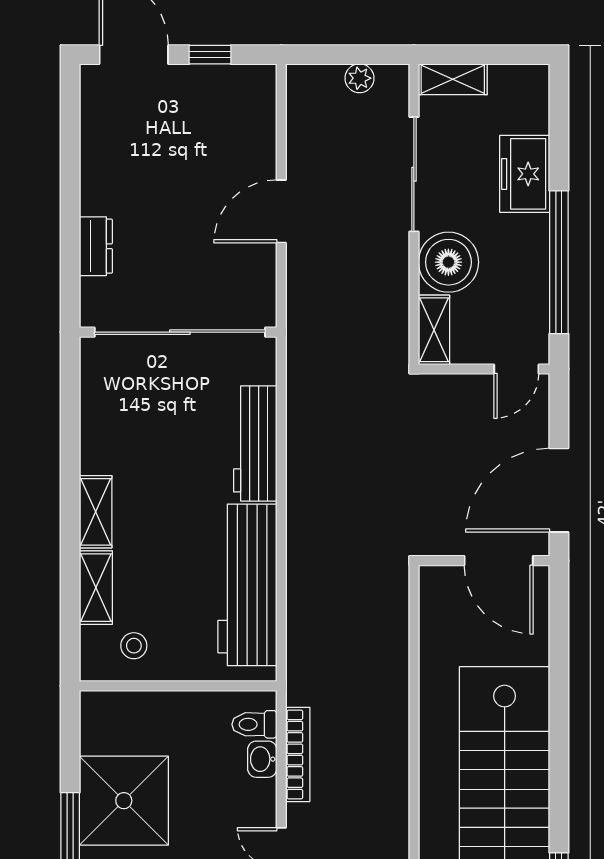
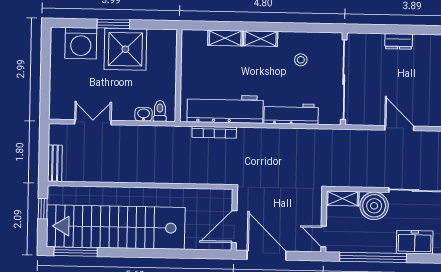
dresser: (96, 246) -> (399, 41), moved
stool: (134, 646) -> (301, 60), moved
bookcase: (298, 754) -> (214, 132), moved

